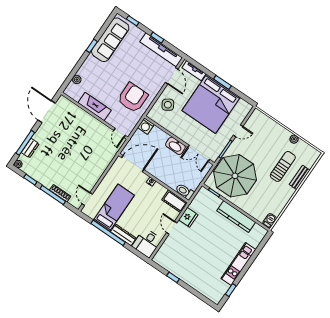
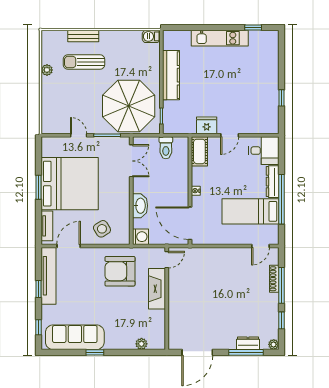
fireplace: (95, 106) -> (157, 289), moved
washbasin: (175, 146) -> (140, 206), moved
toilet: (185, 192) -> (166, 148), moved

